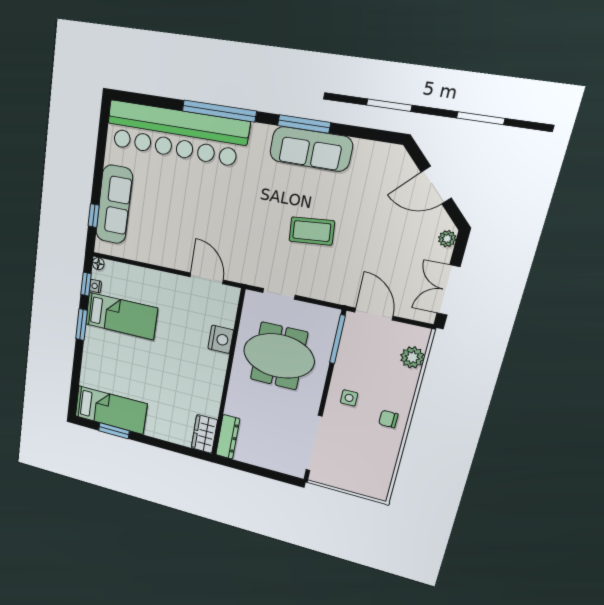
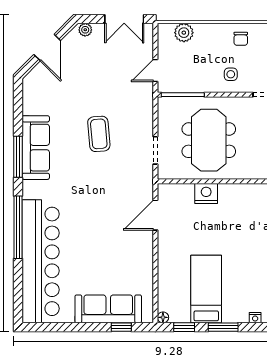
nightstand: (95, 286) -> (255, 318), moved
door: (374, 314) -> (155, 70), width x0.73

